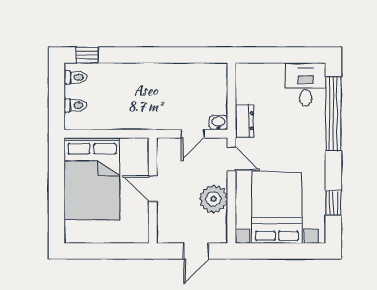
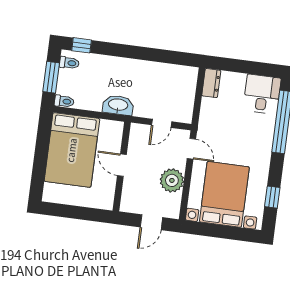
window: (57, 97) -> (51, 77), added
toilet: (75, 105) -> (64, 101), moved
dresser: (245, 121) -> (211, 83), moved
washbasin: (218, 123) -> (118, 105), moved, width x1.91, depth x1.45

